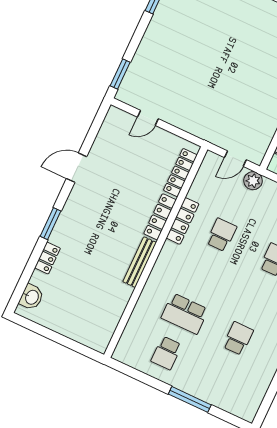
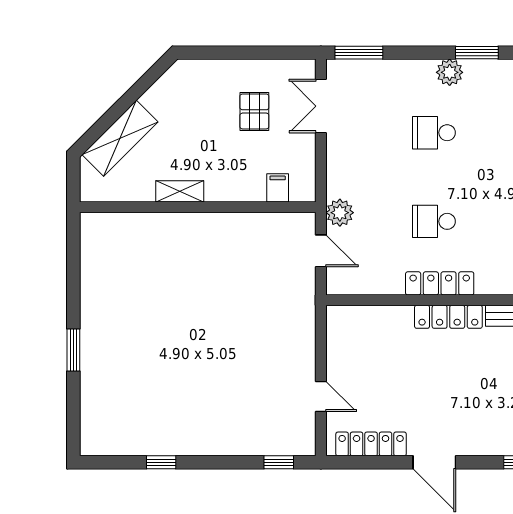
window: (120, 74) -> (279, 462), width x0.67
locker: (180, 173) -> (371, 444), moved, turned 180

